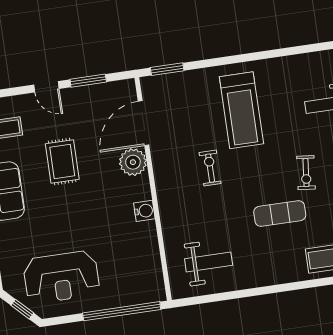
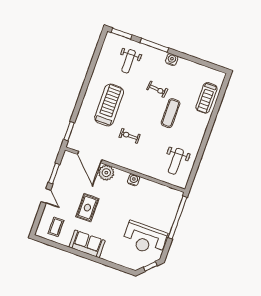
door: (46, 87) -> (46, 196), hinge flipped
treadmill: (241, 110) -> (109, 105), turned -90
rug: (62, 161) -> (87, 208), turned 90
weight bench: (209, 262) -> (176, 161), turned 180
reception desk: (61, 277) -> (145, 239), turned 90

